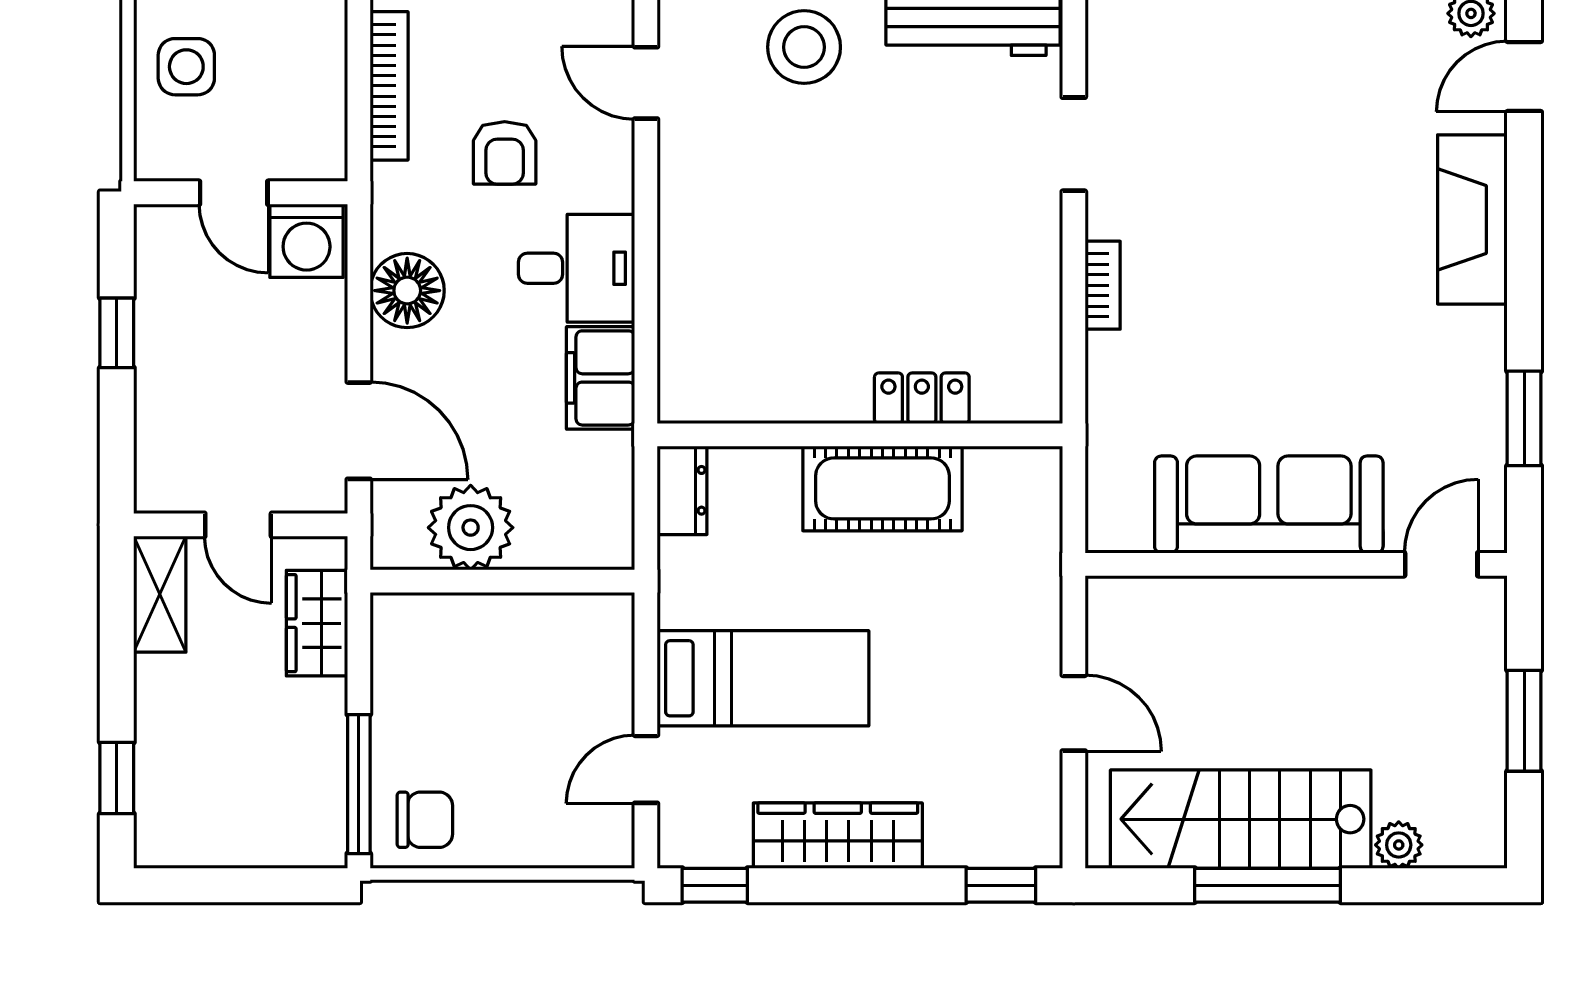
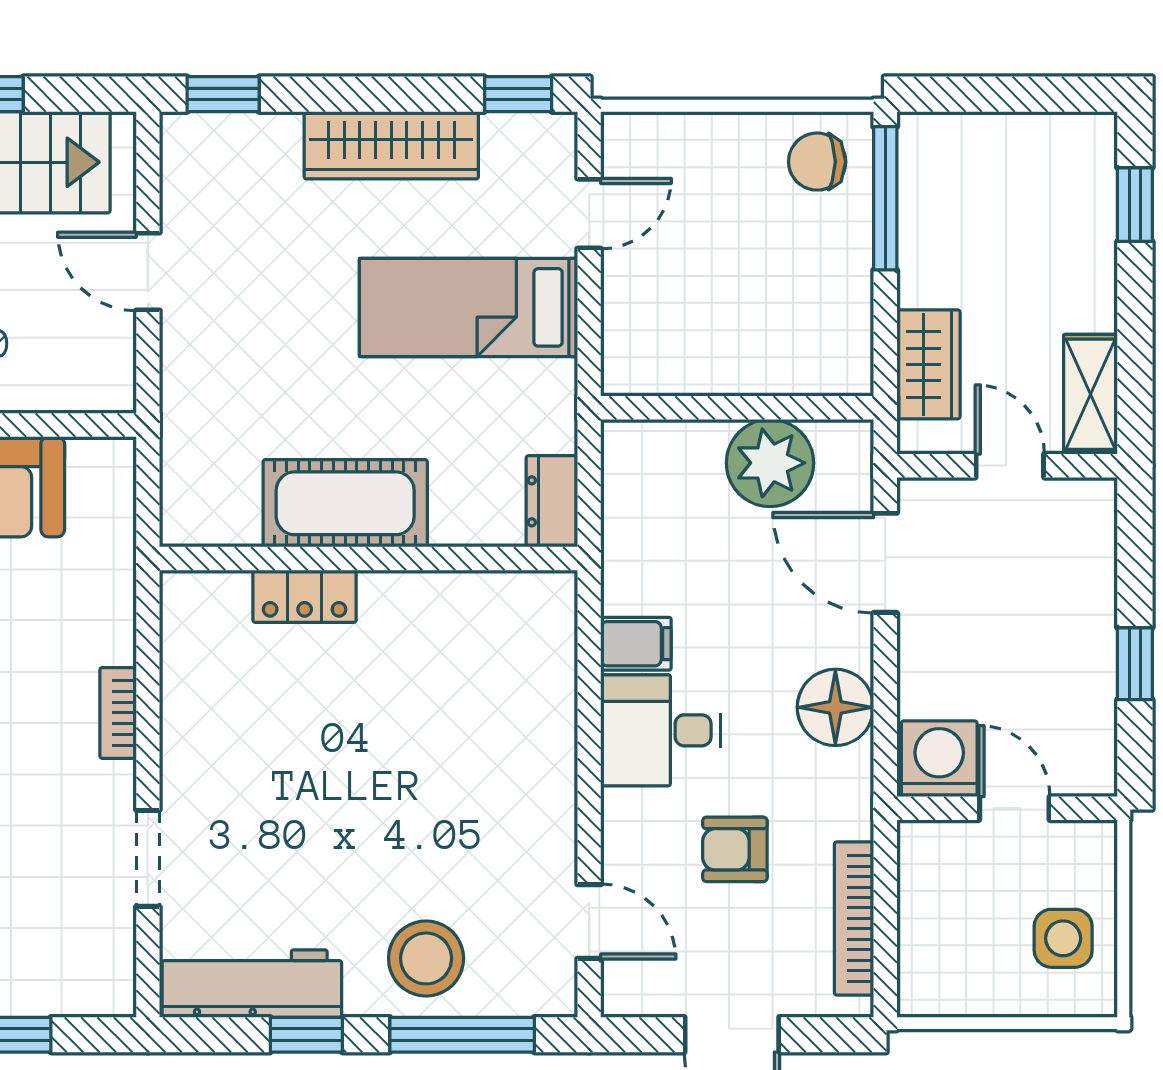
armchair: (505, 153) -> (735, 849), turned -90
filing cabinet: (601, 378) -> (636, 644), width x0.50

